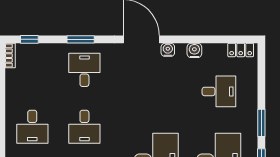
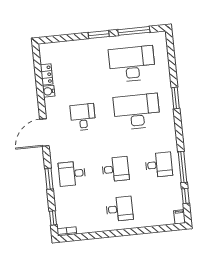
water cooler: (168, 50) -> (50, 112), removed
locker: (241, 50) -> (47, 74), moved
desk: (219, 91) -> (83, 117), moved

